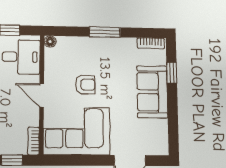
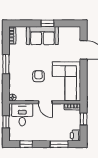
window: (172, 73) -> (47, 23), moved
door: (42, 95) -> (45, 102), hinge flipped

